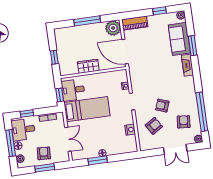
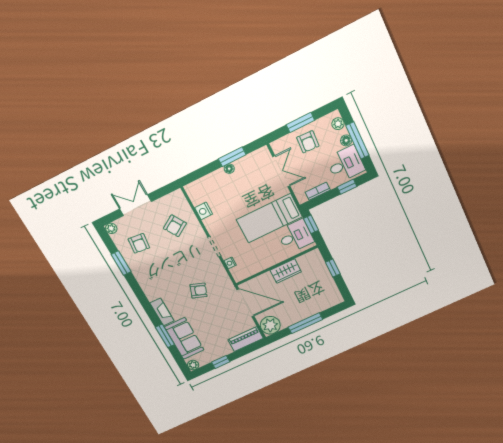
armchair: (162, 106) -> (199, 291), moved
window: (202, 112) -> (121, 263), width x0.47
double door: (68, 139) -> (281, 171), swing flipped

